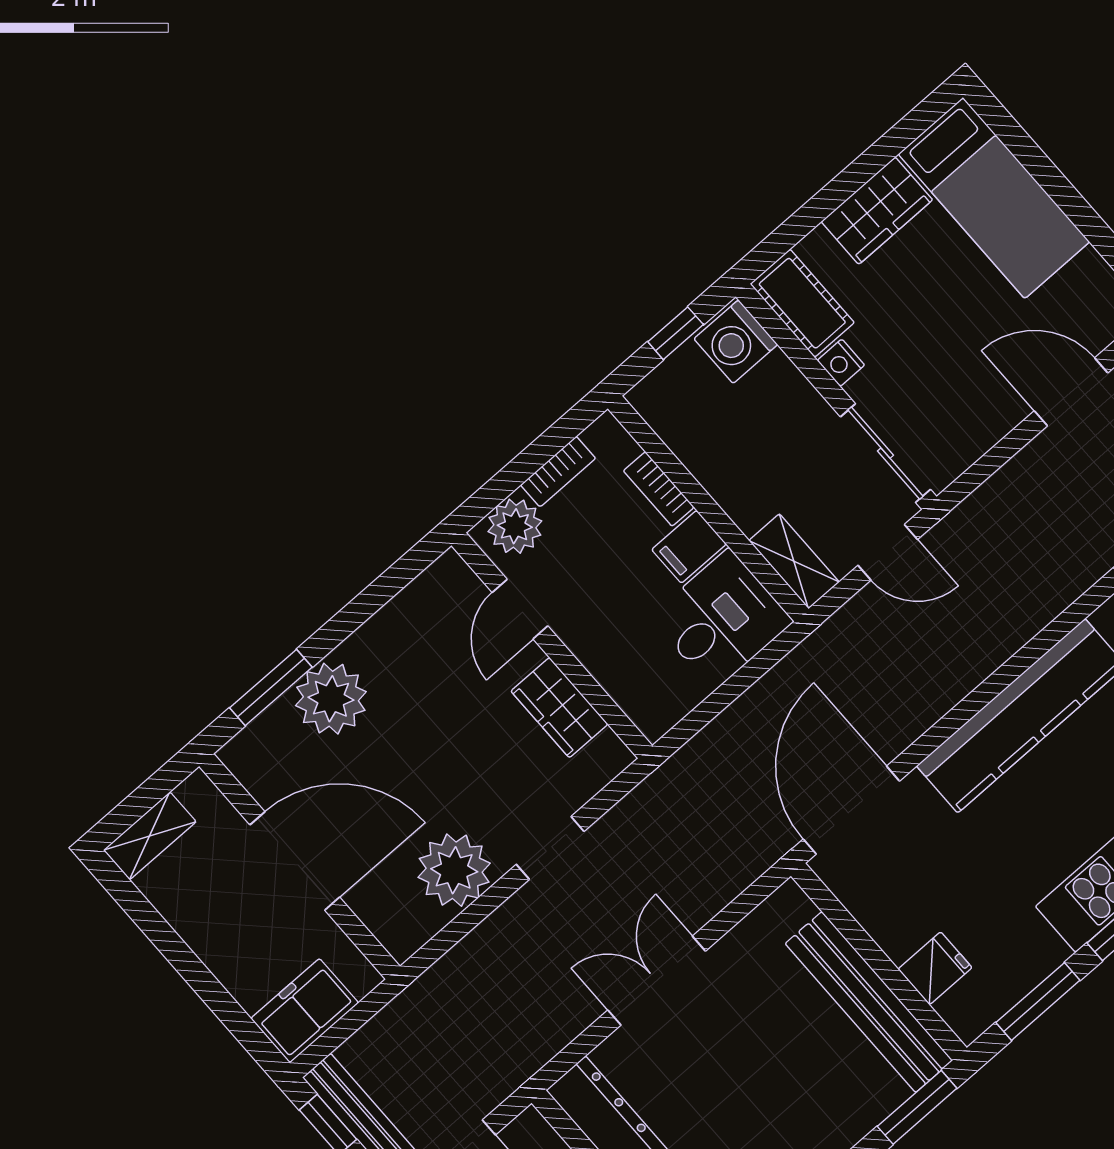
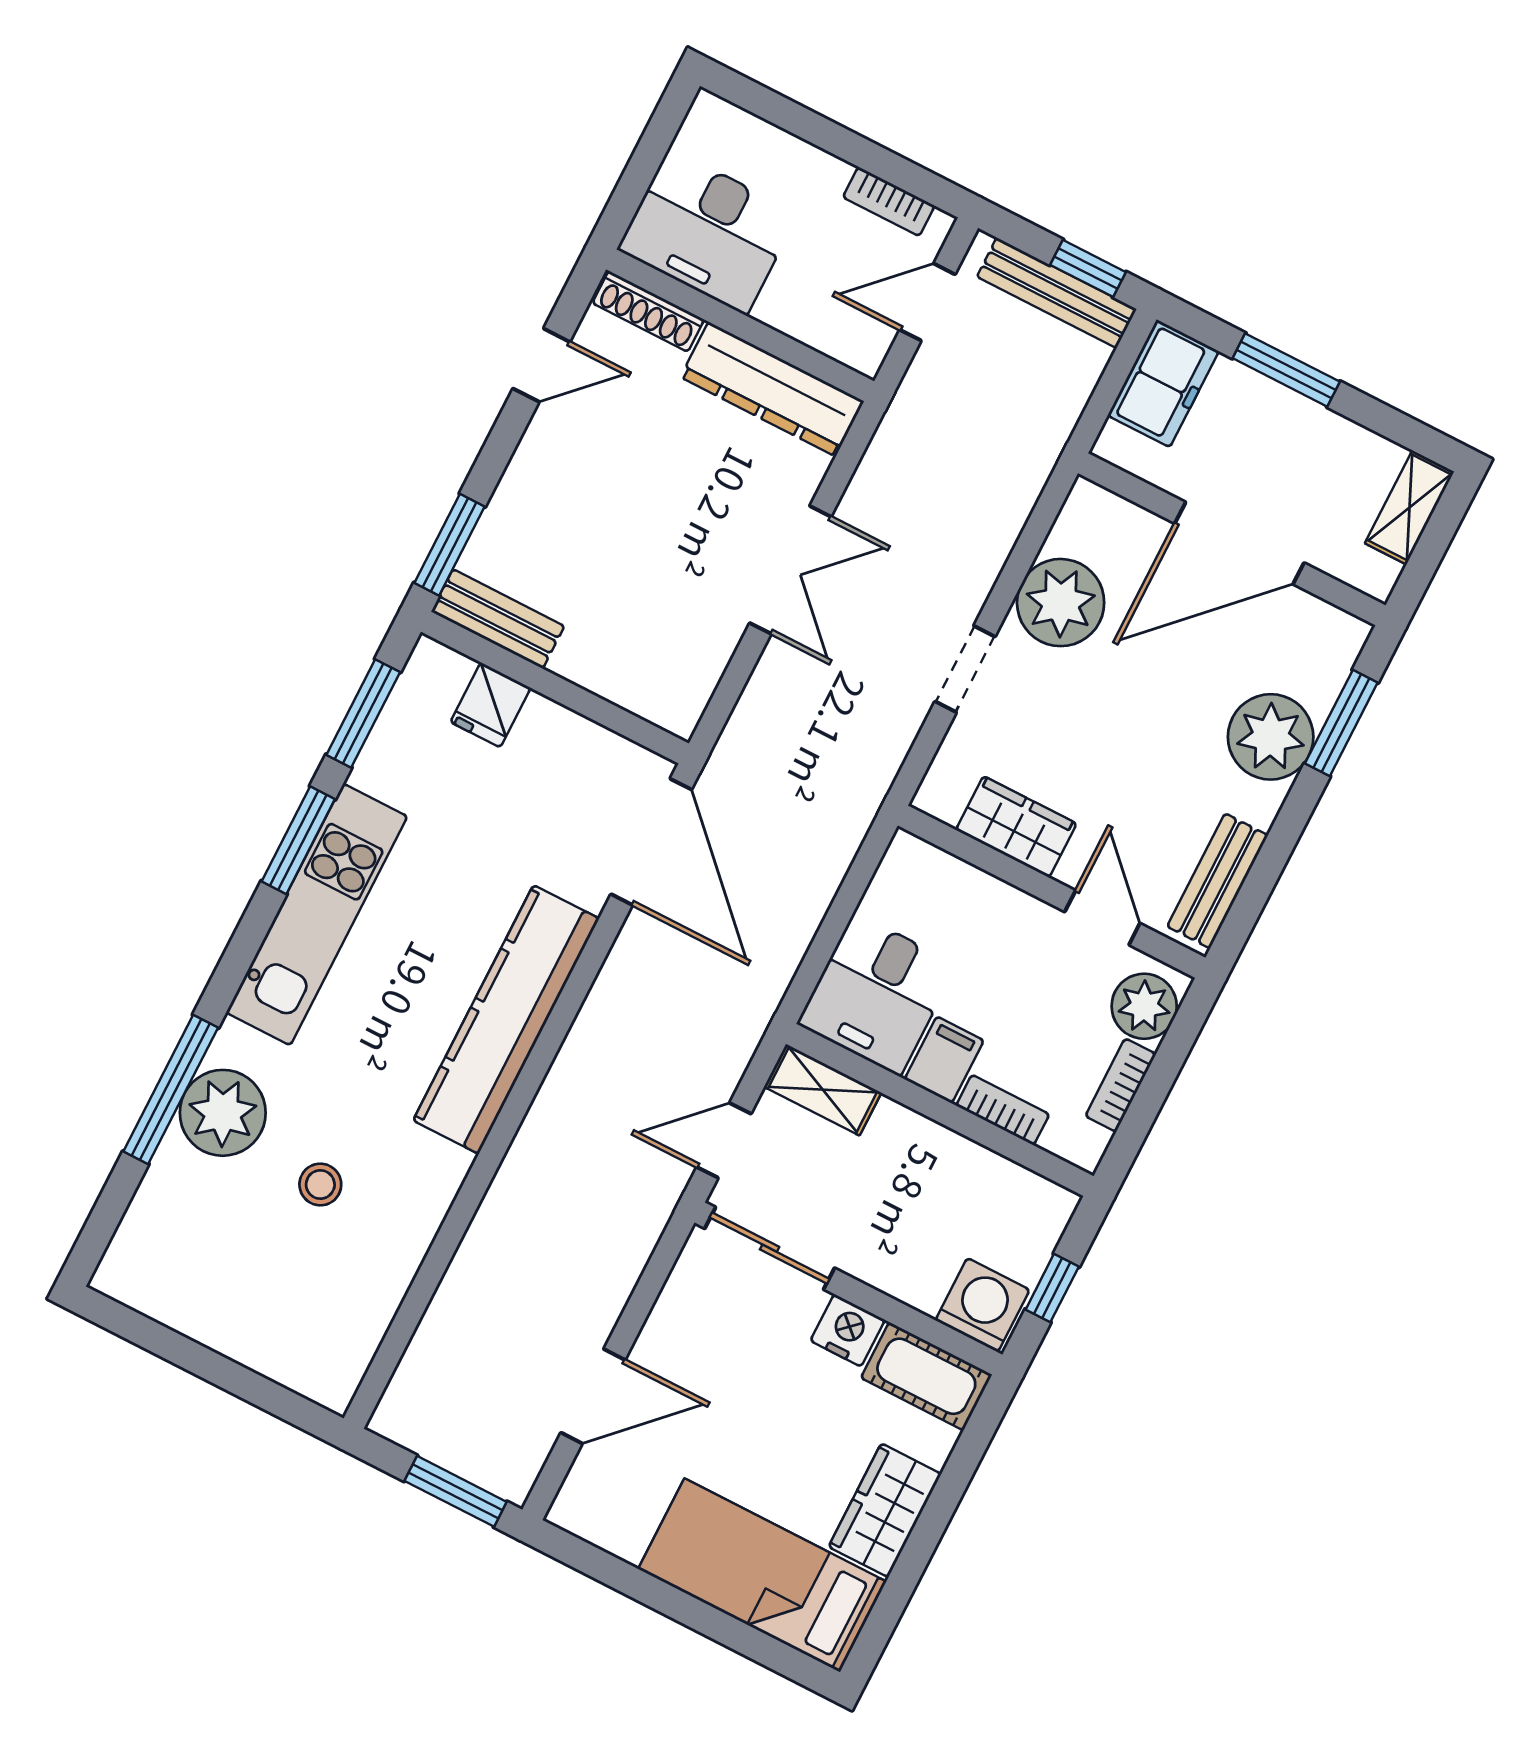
nightstand: (841, 363) -> (848, 1330), width x1.39, depth x1.35
bench: (418, 602) -> (1218, 881), added
window: (204, 983) -> (1286, 370), added
bench: (869, 1002) -> (498, 619), width x0.54, depth x0.82

